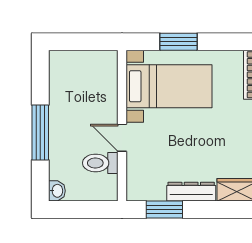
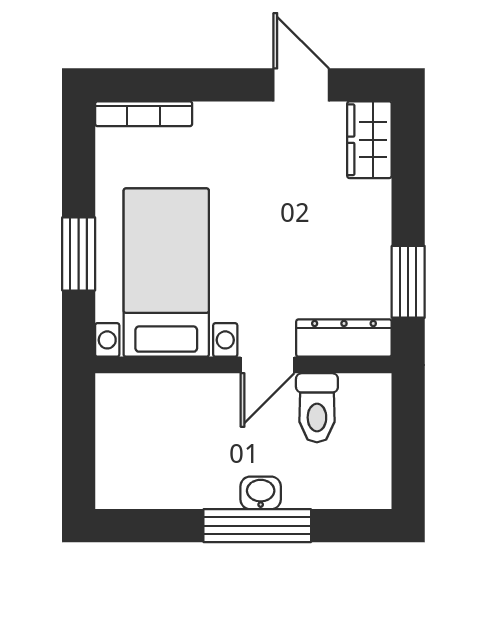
washbasin: (57, 191) -> (261, 493), moved
dresser: (191, 192) -> (344, 338), moved, turned 90

